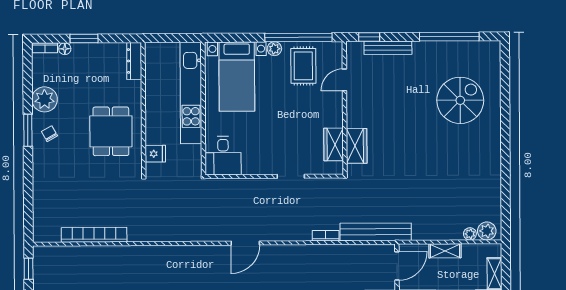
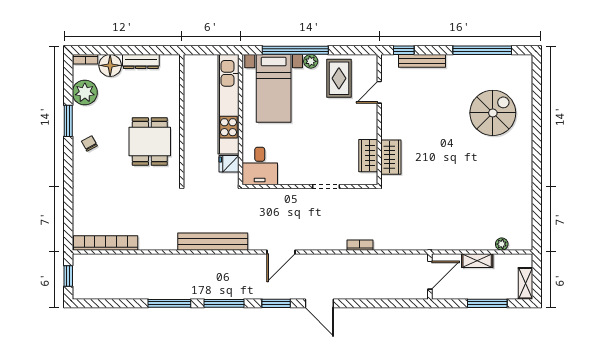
window: (298, 37) -> (295, 50), moved
window: (84, 38) -> (124, 50), removed
floor lamp: (65, 49) -> (110, 65), width x1.89, depth x1.89
dresser: (134, 61) -> (141, 61), moved, turned -90
plant: (45, 99) -> (85, 93), moved
window: (28, 130) -> (68, 121), moved
fridge: (155, 154) -> (229, 164), moved, turned 180
plant: (487, 231) -> (518, 241), removed
bench: (376, 232) -> (213, 242), moved
bookcase: (94, 235) -> (106, 243), moved

